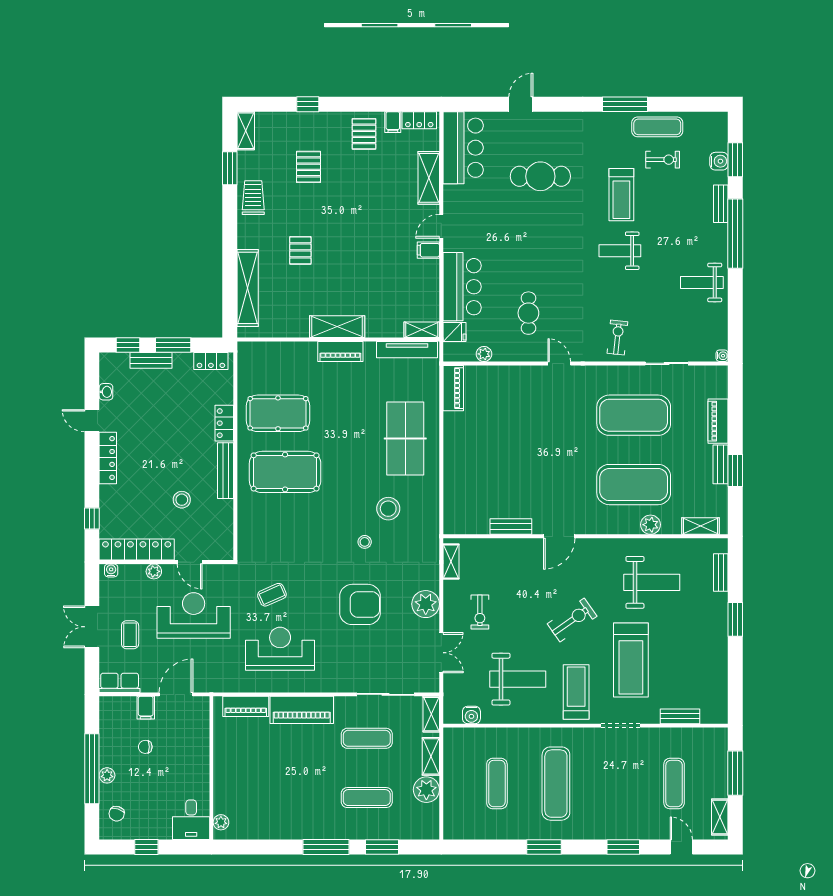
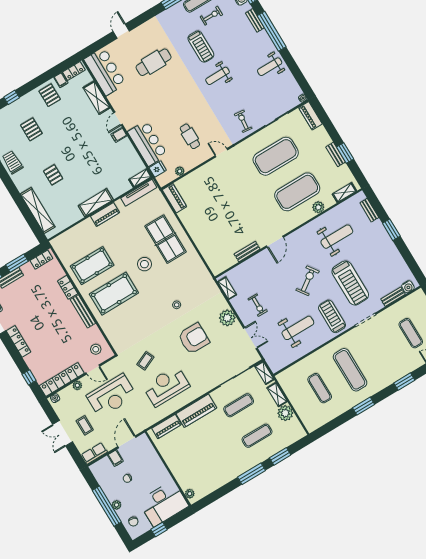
piano: (718, 421) -> (311, 116), moved
stool: (182, 500) -> (96, 349), moved
stool: (388, 509) -> (144, 264), moved
reception desk: (194, 615) -> (111, 396), turned 180
water cooler: (471, 715) -> (408, 287), moved
desk: (191, 820) -> (163, 504), width x1.87, depth x1.30

